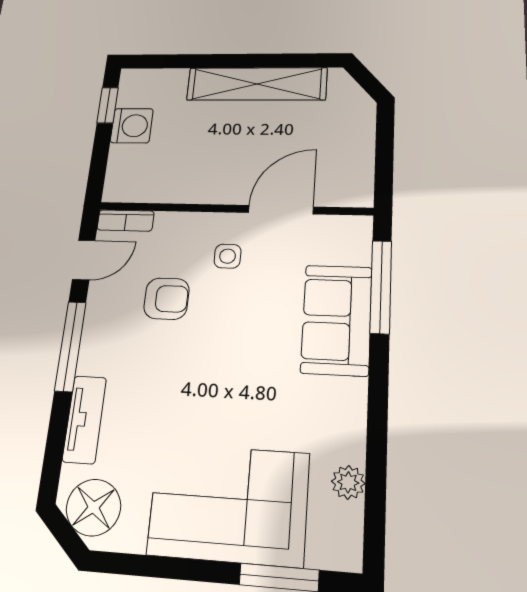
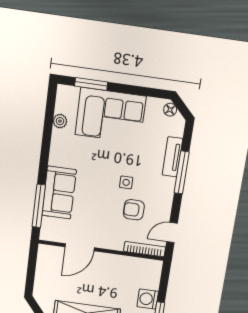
bookcase: (125, 220) -> (145, 249), width x1.56
side table: (228, 256) -> (126, 182), moved
window: (70, 346) -> (182, 172), moved
floor lamp: (93, 507) -> (170, 110), width x0.53, depth x0.53

